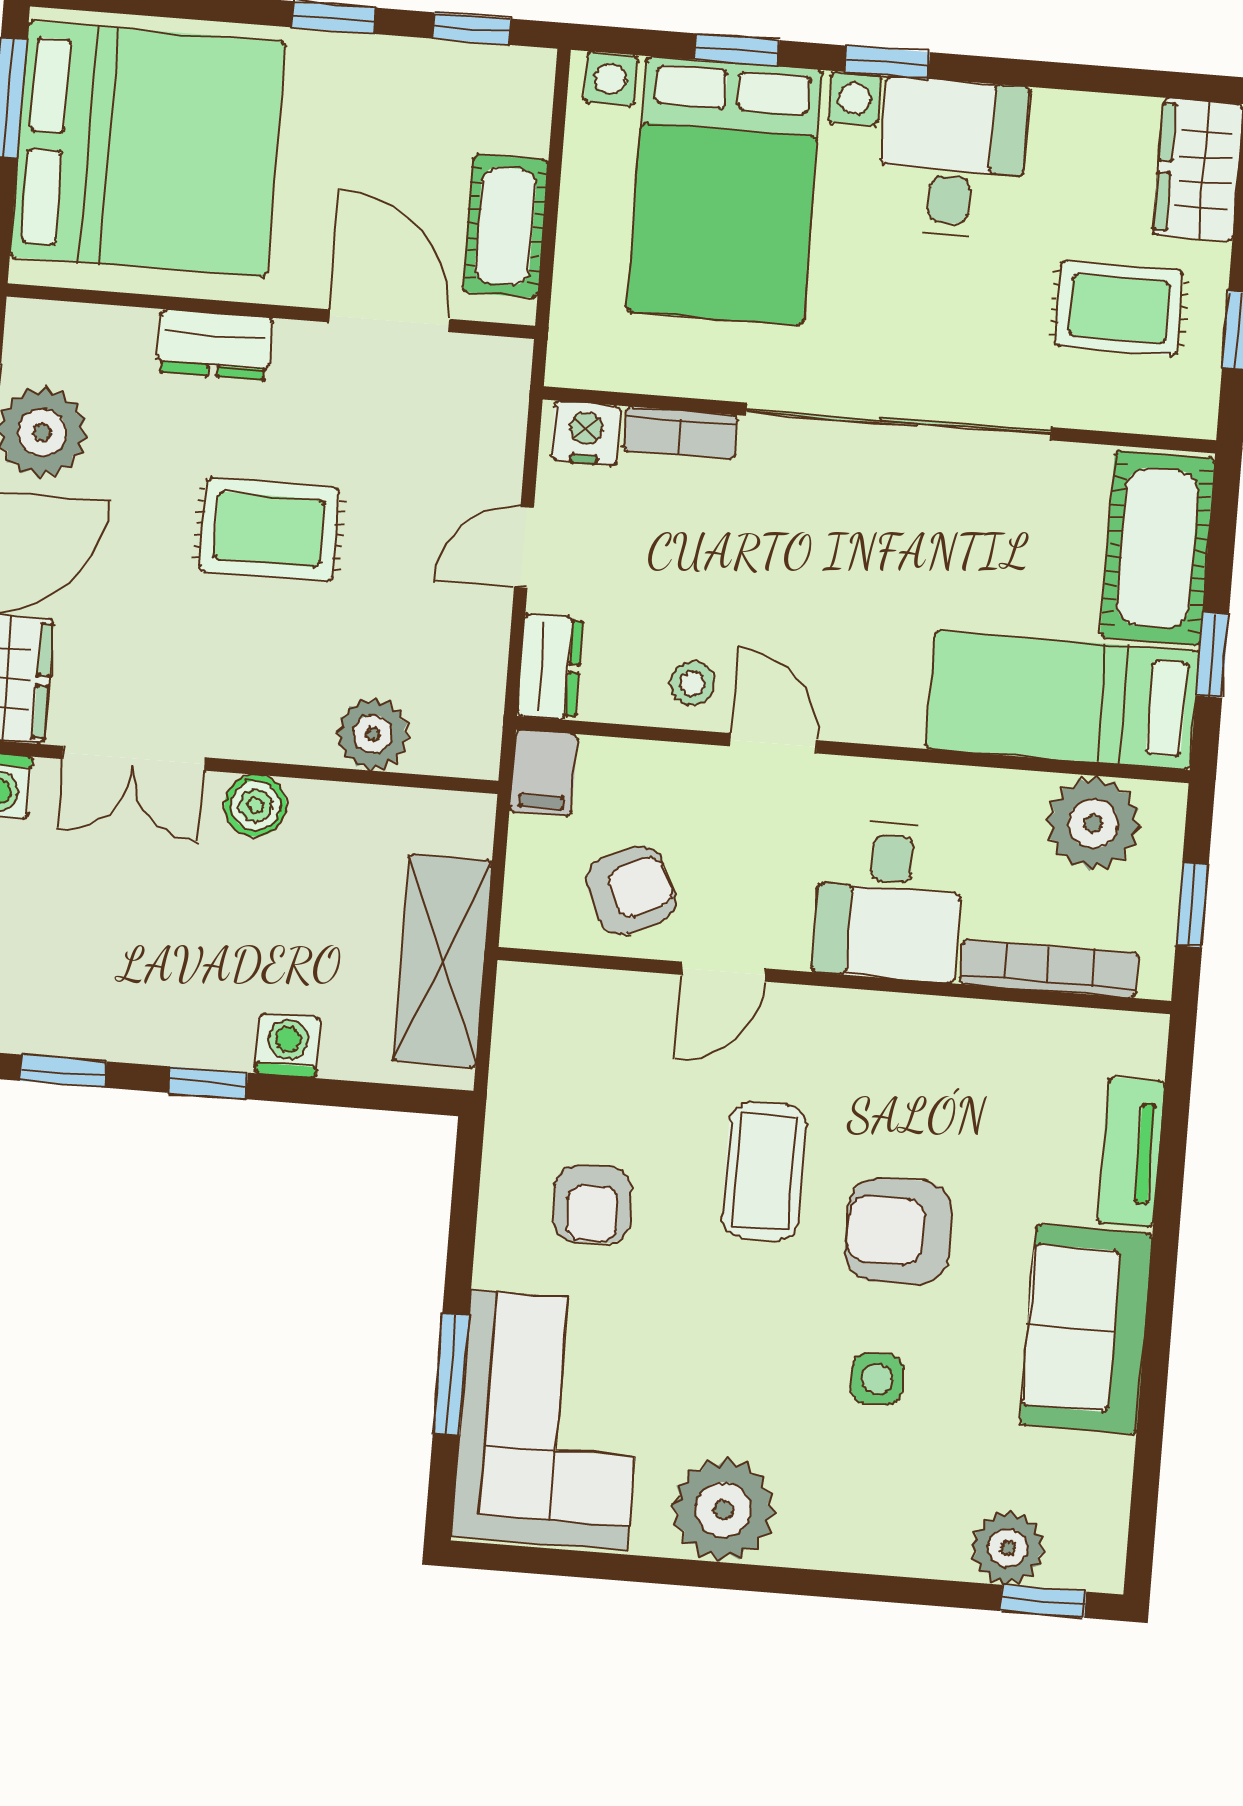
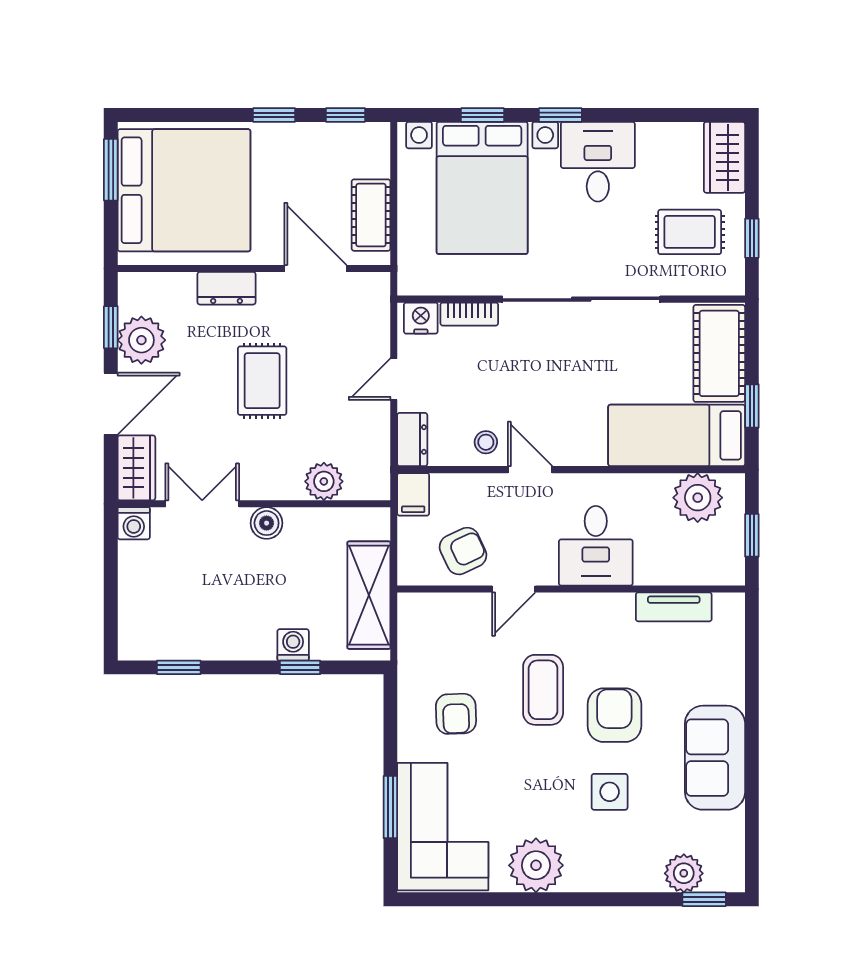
rug: (269, 529) -> (262, 381), turned 90
double door: (134, 758) -> (202, 504), swing flipped
bookcase: (1049, 968) -> (681, 574), removed
window: (208, 1083) -> (300, 667), moved
tv unit: (1131, 1152) -> (674, 607), moved, turned -90
armchair: (898, 1231) -> (614, 715), turned 90
side table: (877, 1379) -> (610, 792), width x1.37, depth x1.37

